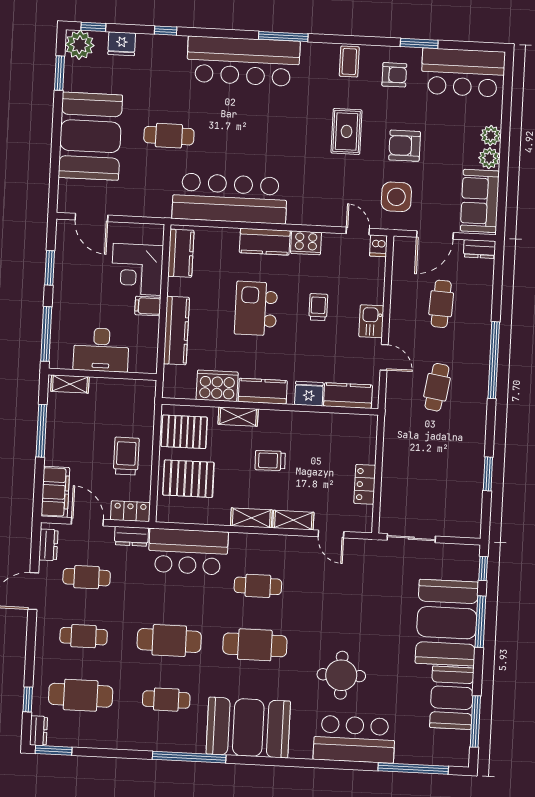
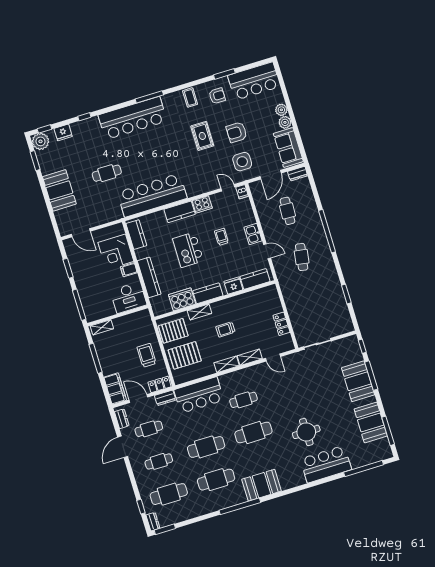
booth: (90, 136) -> (59, 190), width x0.73, depth x0.70
desk: (101, 350) -> (128, 298), moved
booth: (447, 623) -> (358, 381), width x0.73, depth x0.70
cafe table: (166, 700) -> (216, 480), width x1.37, depth x1.35
booth: (248, 728) -> (262, 485), width x0.73, depth x0.70

